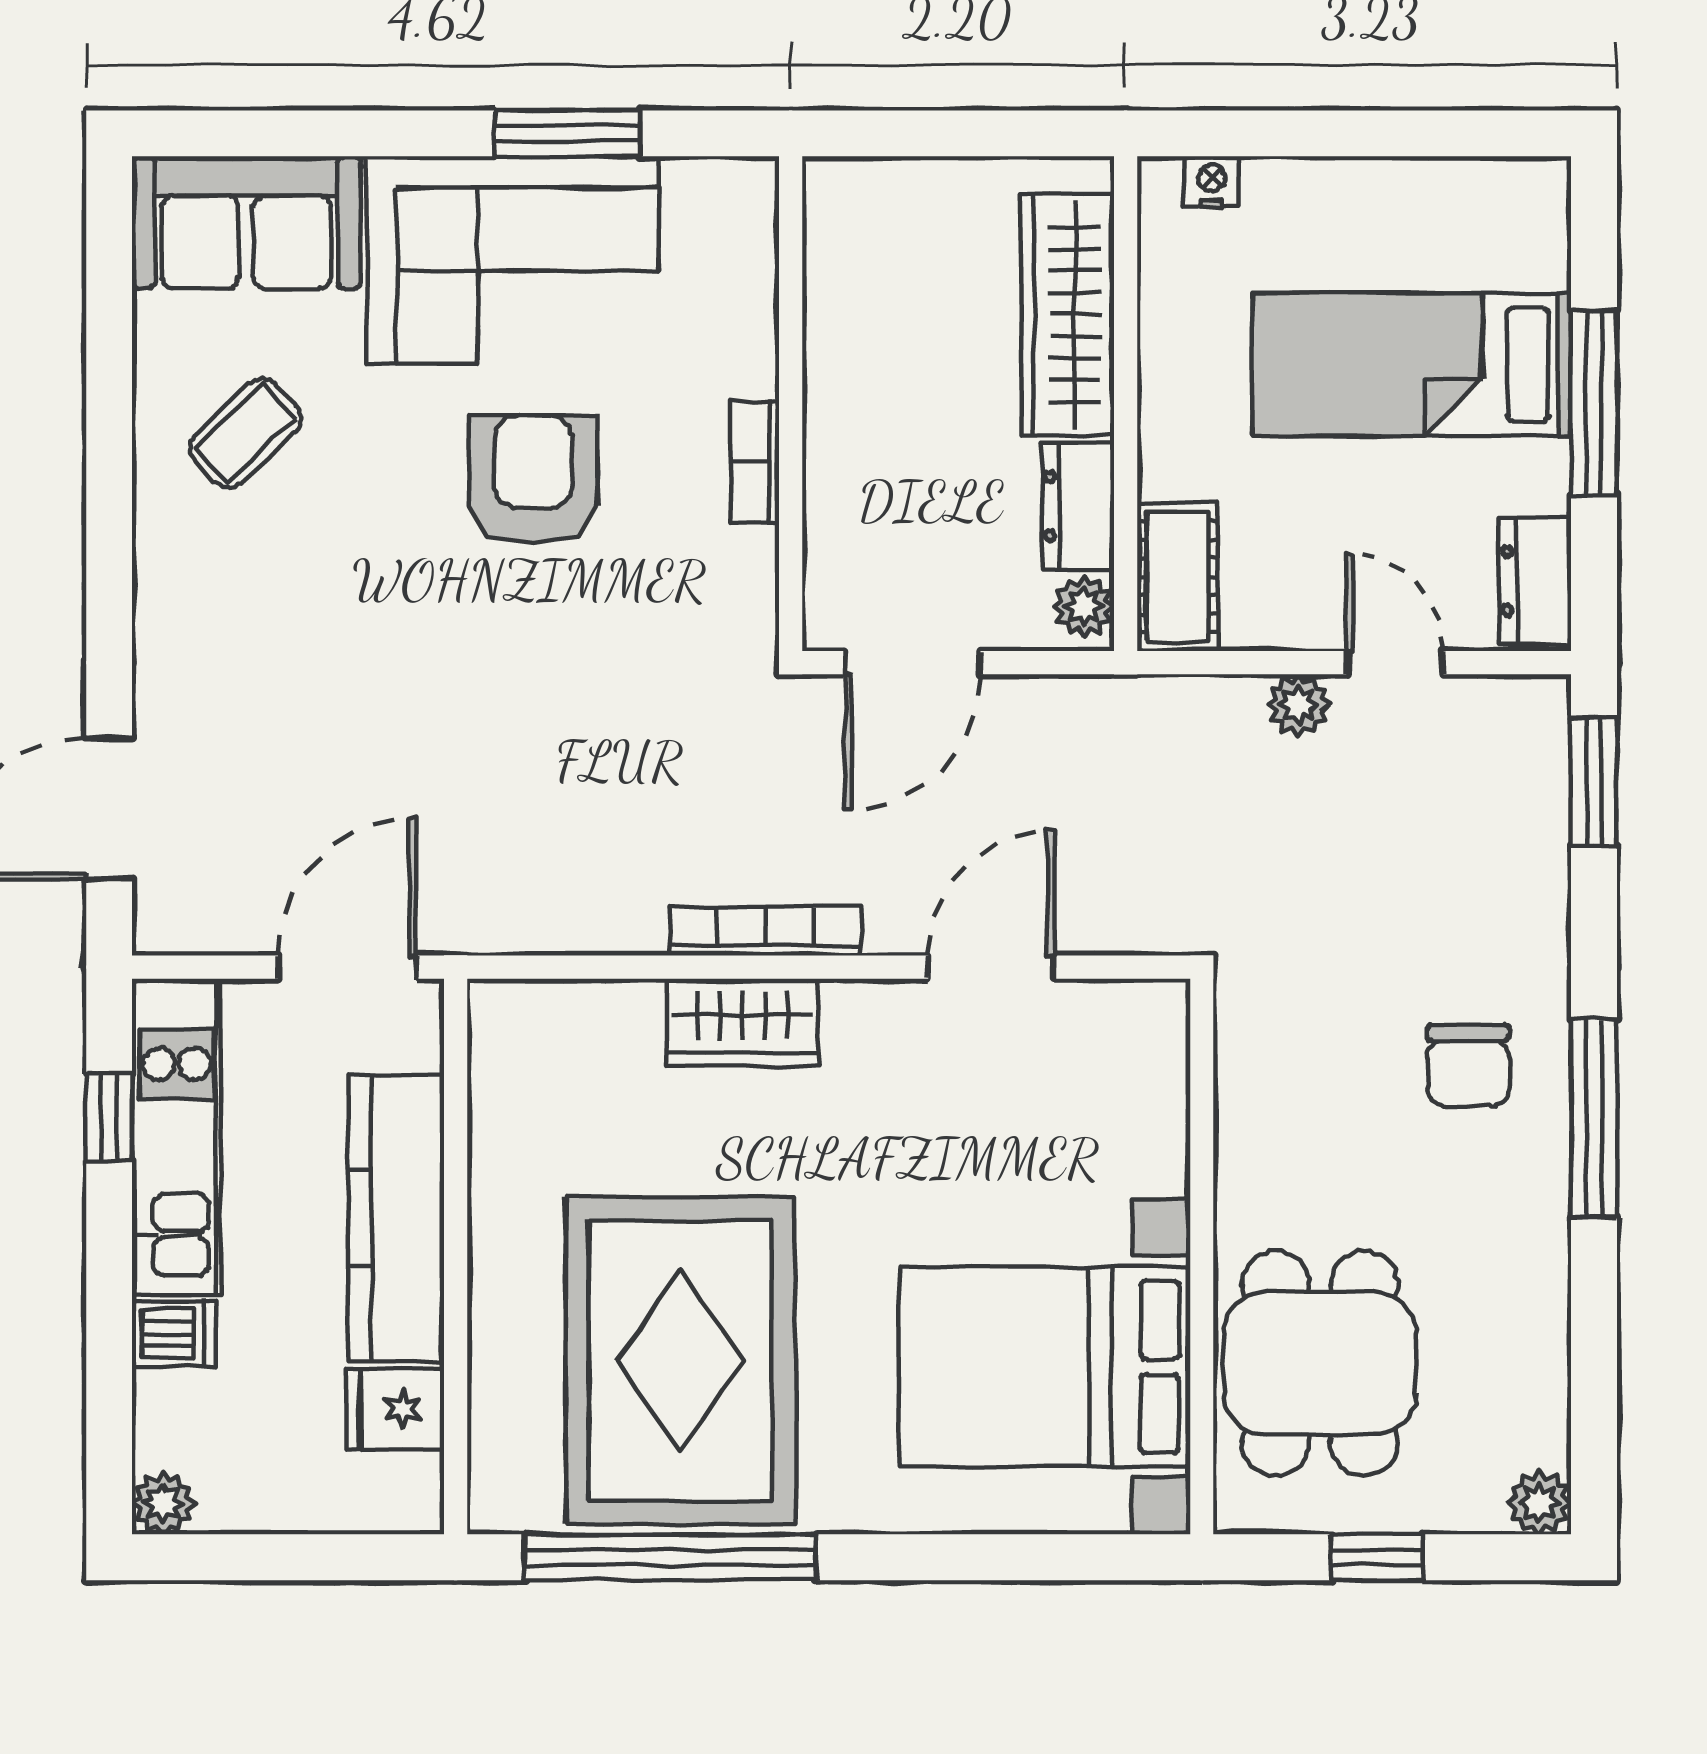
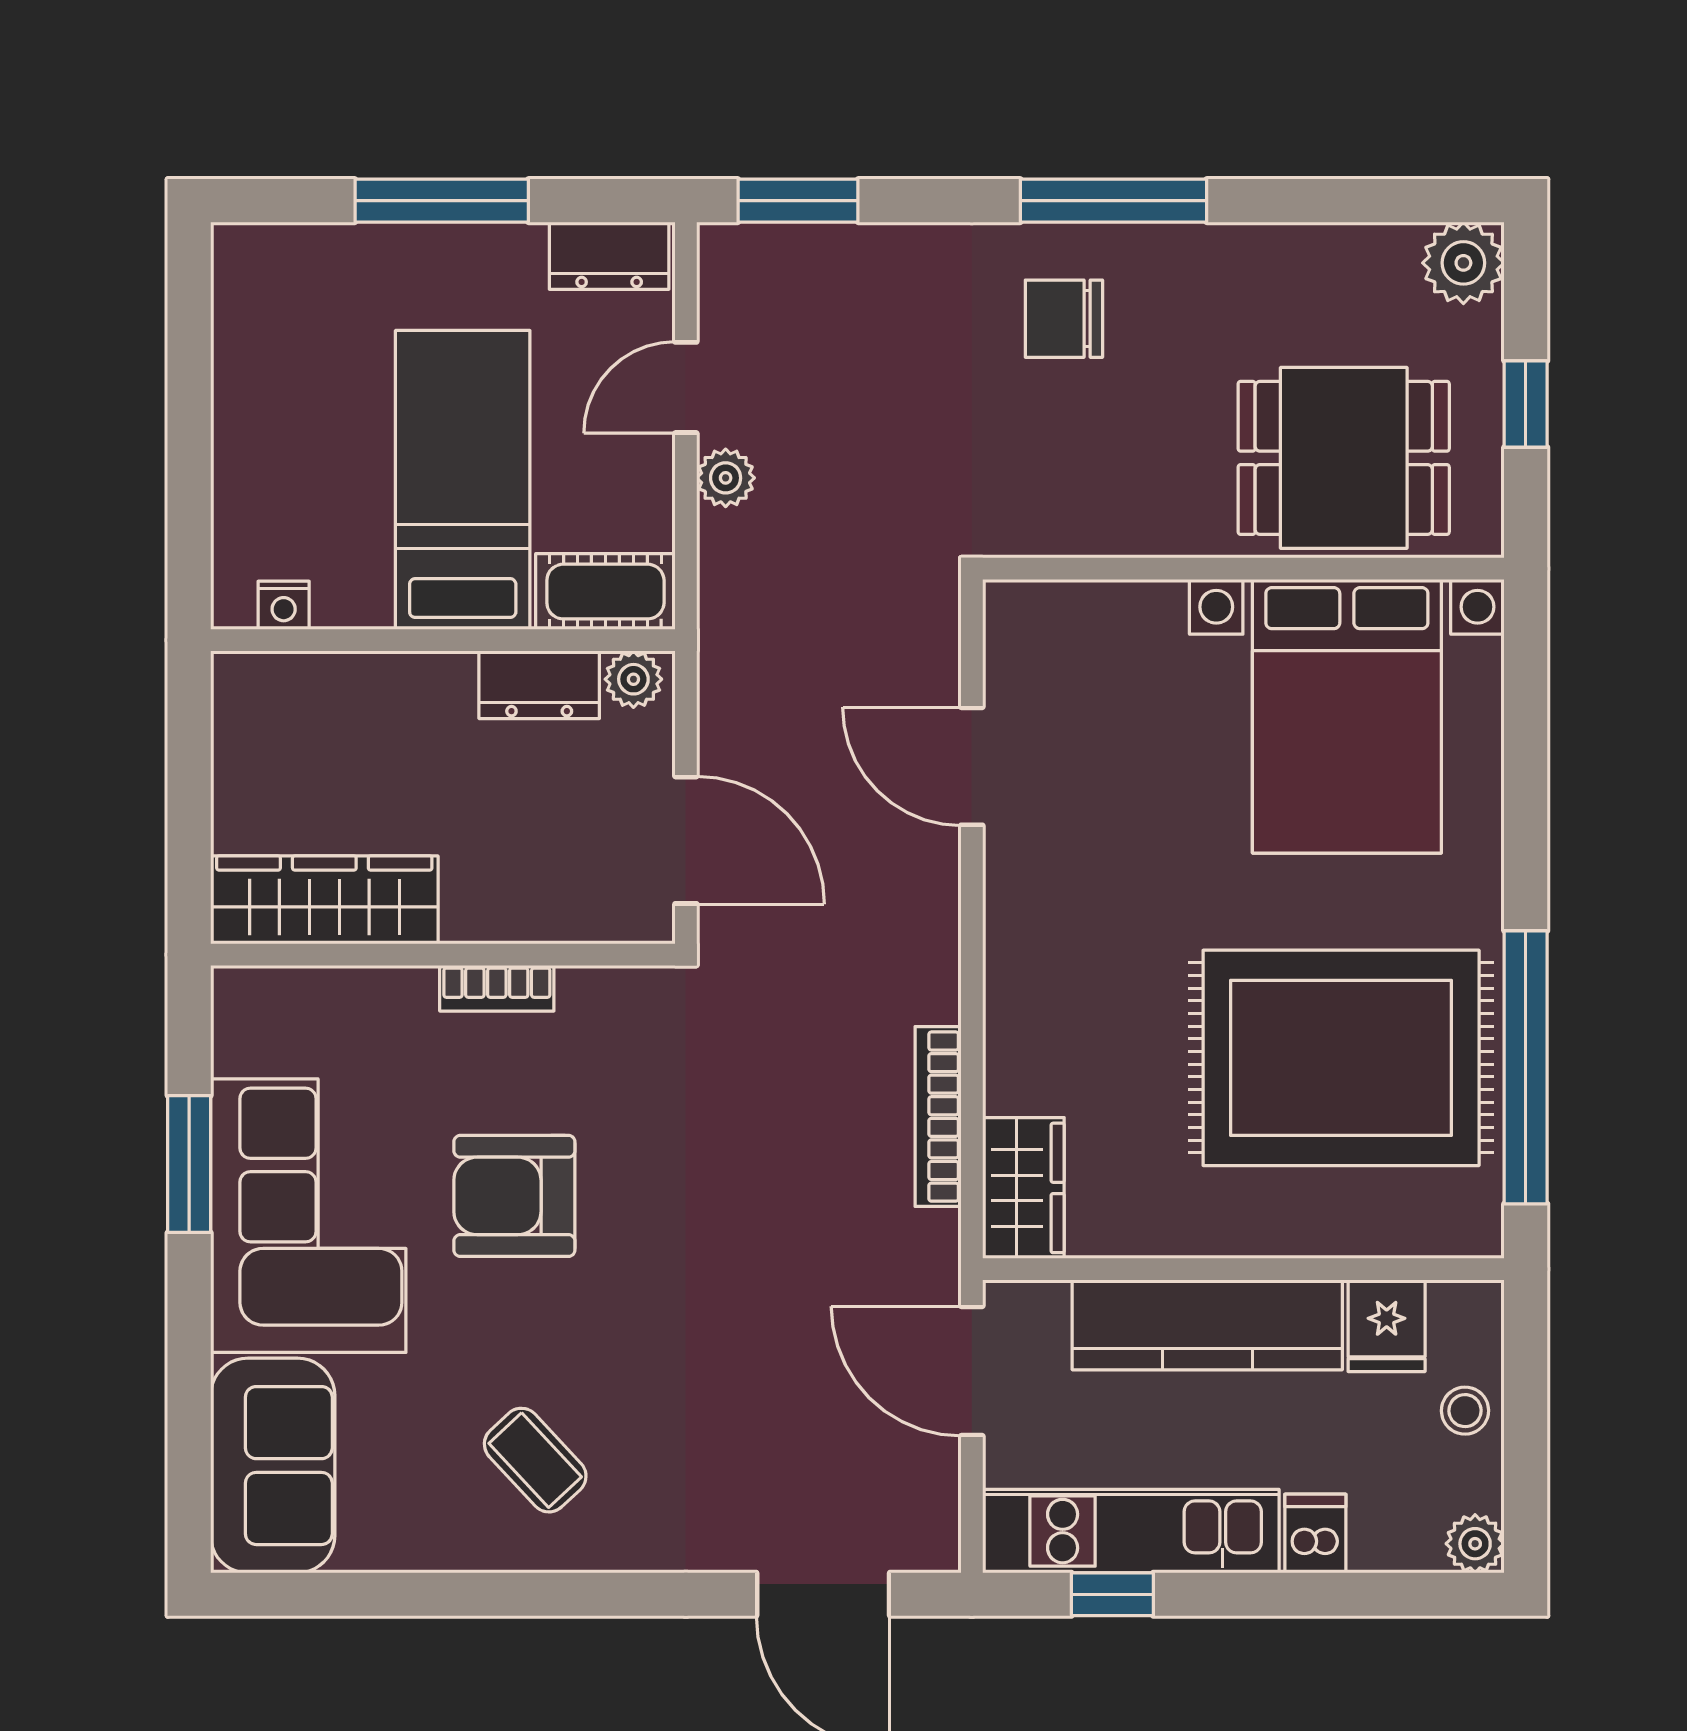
nightstand: (1212, 182) -> (284, 605), moved, turned -90
wardrobe: (1067, 315) -> (324, 900), moved, turned 180
bed: (1412, 365) -> (463, 480), moved, turned 180
coffee table: (245, 433) -> (535, 1460), moved
bookcase: (766, 931) -> (938, 1117), moved
wardrobe: (742, 1022) -> (1023, 1188), moved
chair: (1468, 1065) -> (1064, 319), turned 180
stool: (305, 1493) -> (1465, 1411), added
plant: (1539, 1503) -> (1463, 263), width x1.38, depth x1.38

